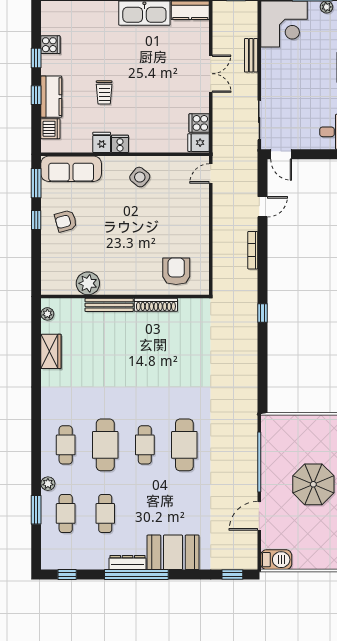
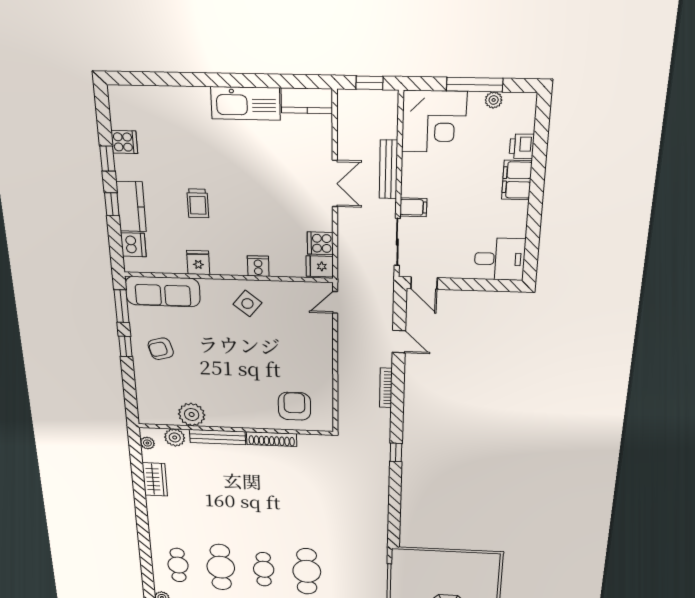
bench: (251, 55) -> (388, 169), width x1.36
filing cabinet: (271, 91) -> (413, 207), added
cooker: (120, 144) -> (258, 266), moved
door: (262, 207) -> (399, 342), hinge flipped
plant: (72, 307) -> (175, 437), added

